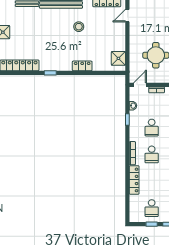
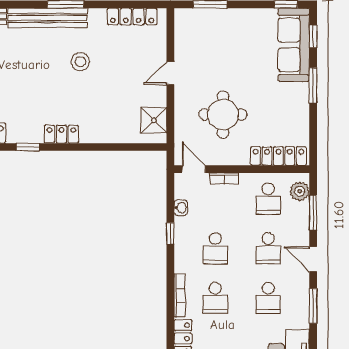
door: (127, 16) -> (170, 73), moved
locker: (82, 66) -> (61, 134), moved
door: (140, 85) -> (194, 169), hinge flipped

